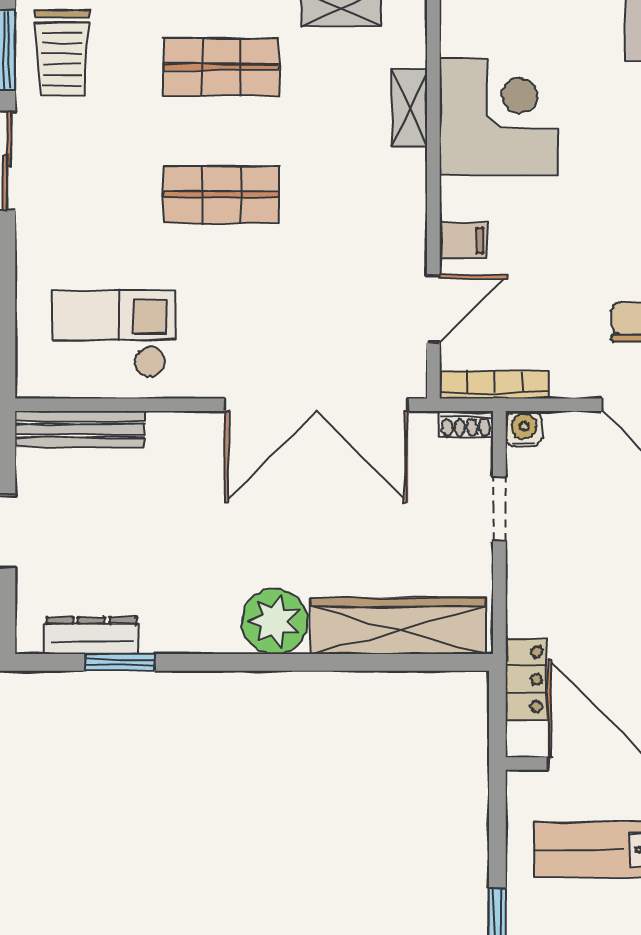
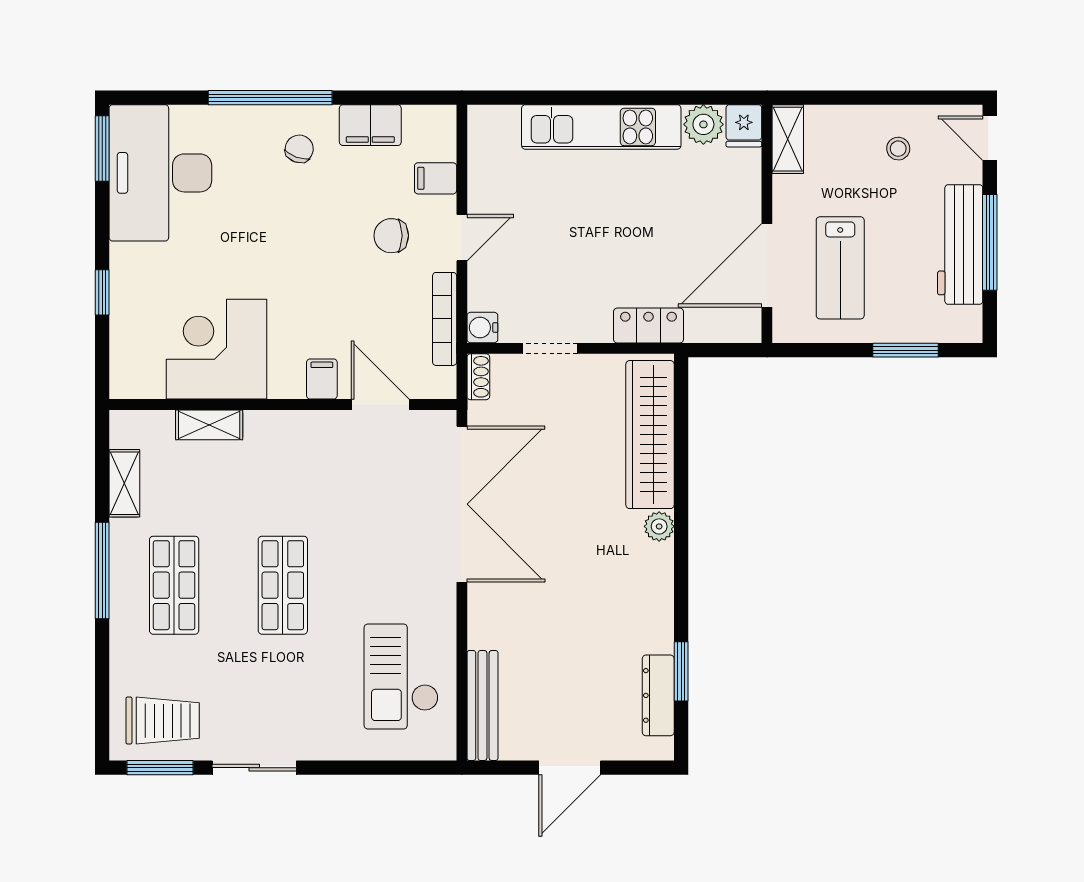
bookcase: (494, 385) -> (445, 319), moved
plant: (275, 621) -> (659, 526), width x0.53, depth x0.53
locker: (526, 679) -> (648, 326), moved

